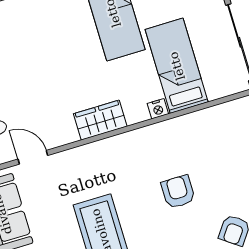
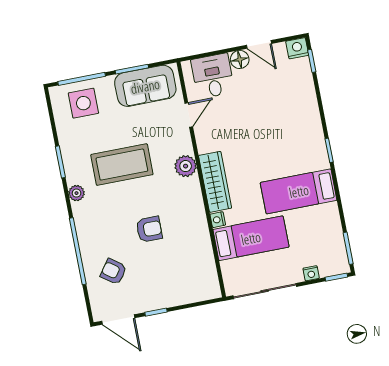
wardrobe: (100, 120) -> (215, 182), width x1.50
plant: (96, 155) -> (186, 166), added

